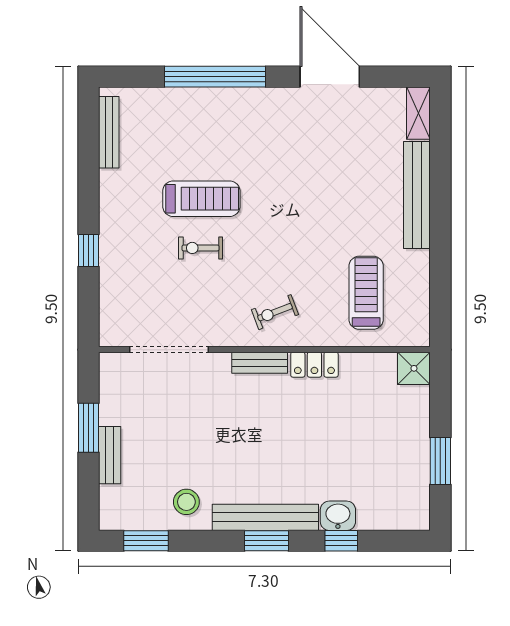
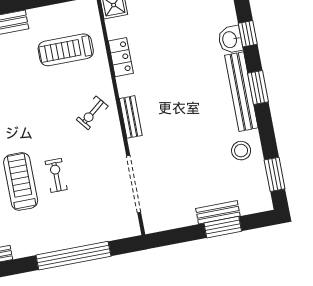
exercise bike: (201, 248) -> (56, 175), turned 180
window: (89, 250) -> (73, 256), width x3.17
exercise bike: (275, 312) -> (92, 113), turned 72
locker: (314, 365) -> (121, 57), moved
window: (89, 428) -> (223, 227), moved

